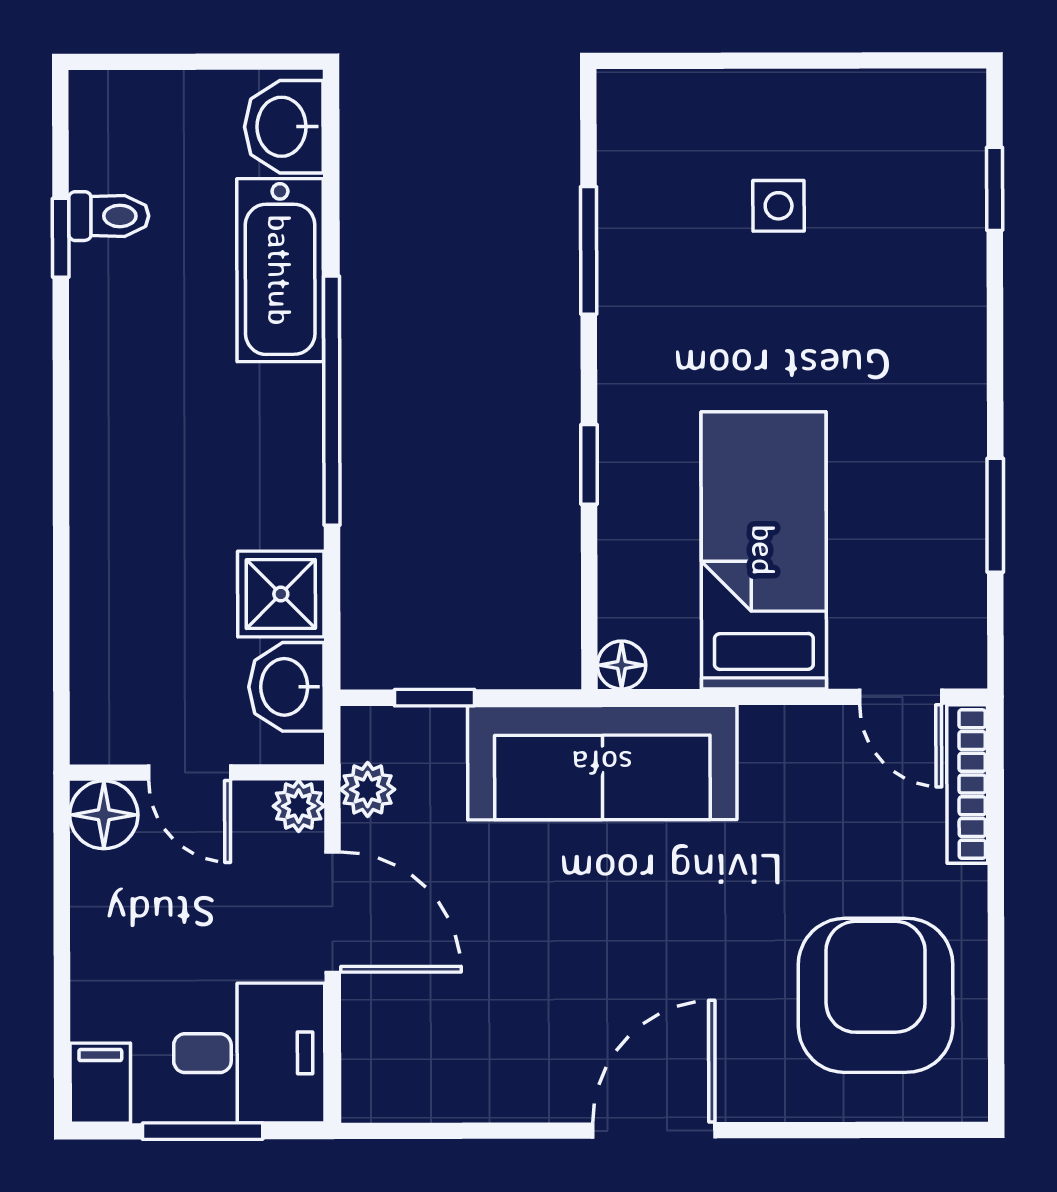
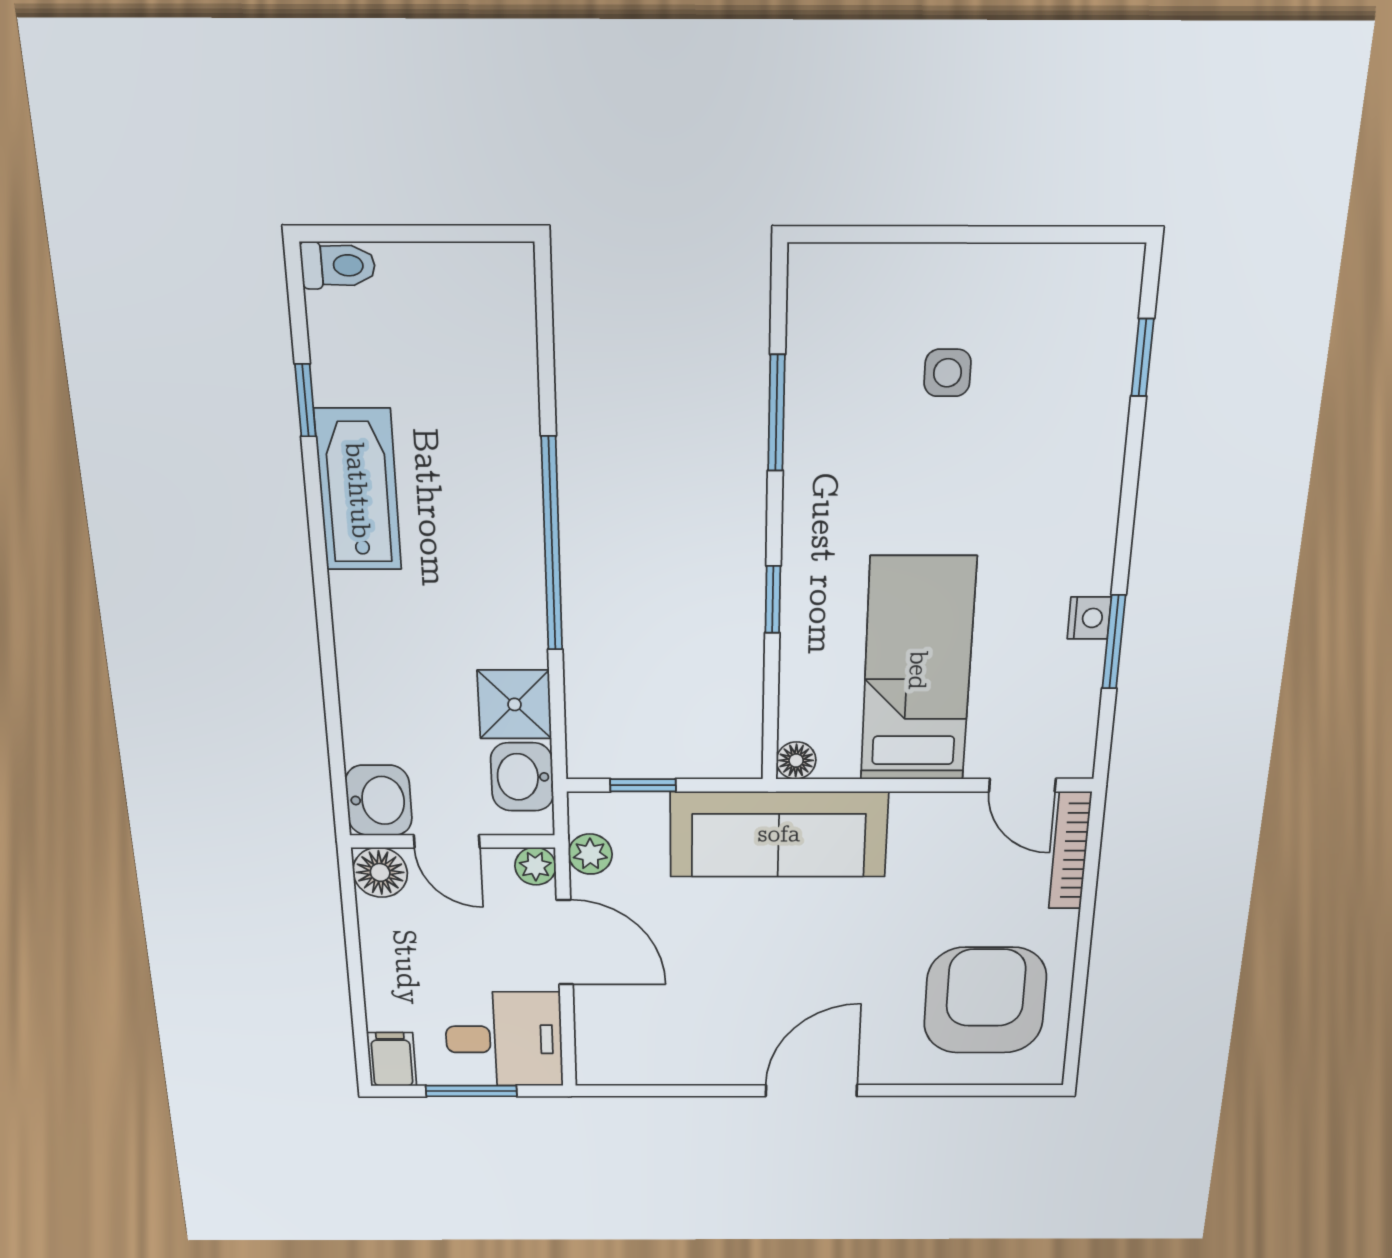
washbasin: (284, 127) -> (379, 800), moved, turned 180
toilet: (109, 216) -> (338, 265), moved
bathtub: (280, 270) -> (358, 490), moved, turned 180
nightstand: (963, 486) -> (1089, 618), added

